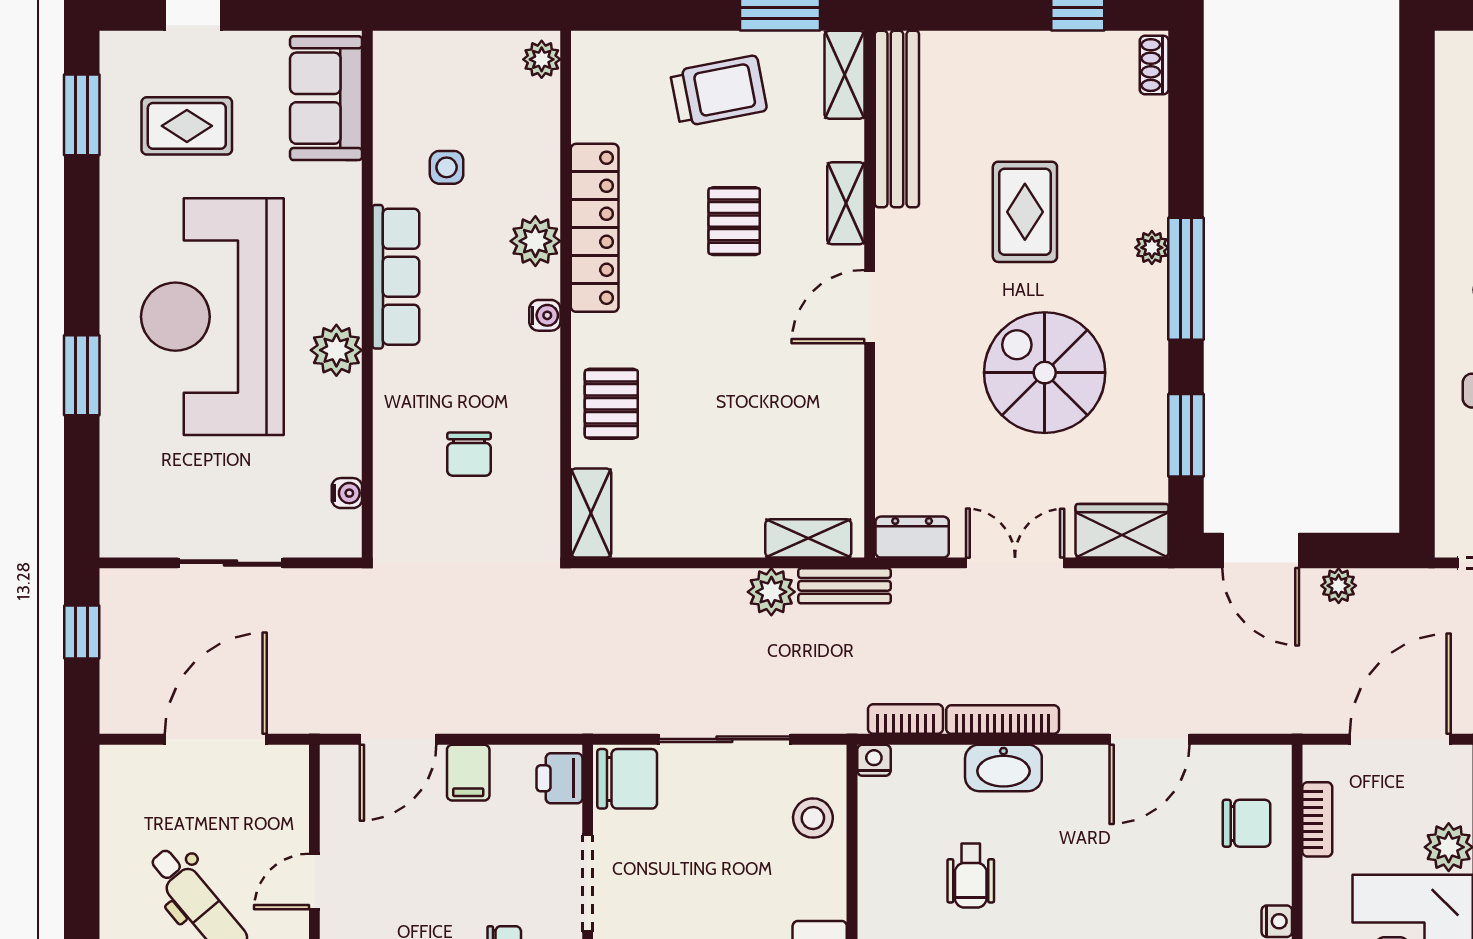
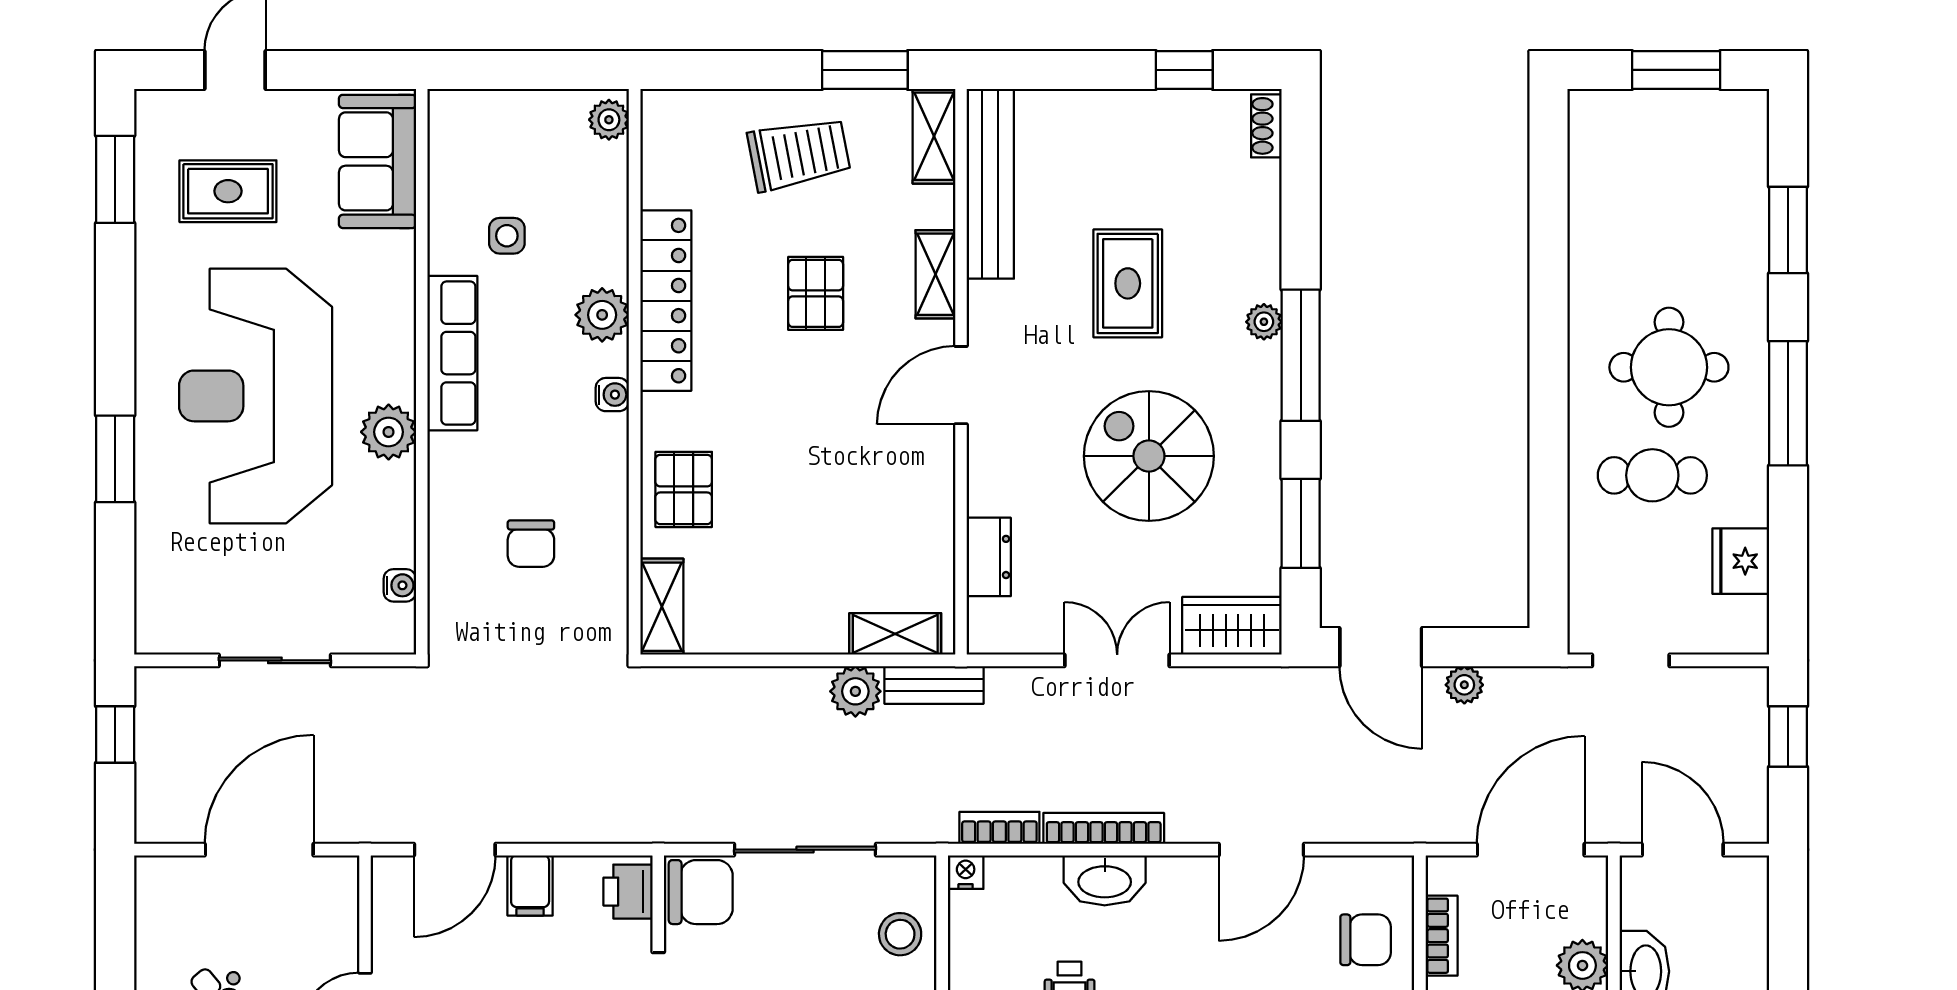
dresser: (912, 537) -> (989, 557), moved, turned 90

